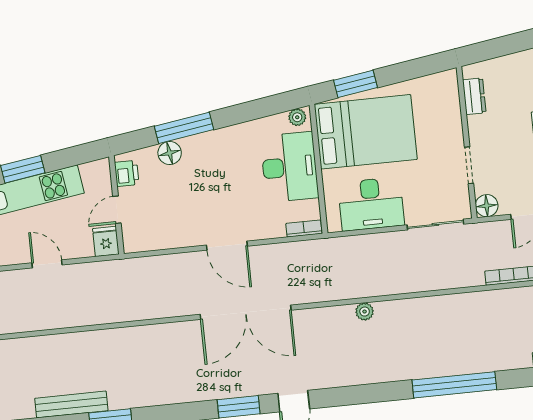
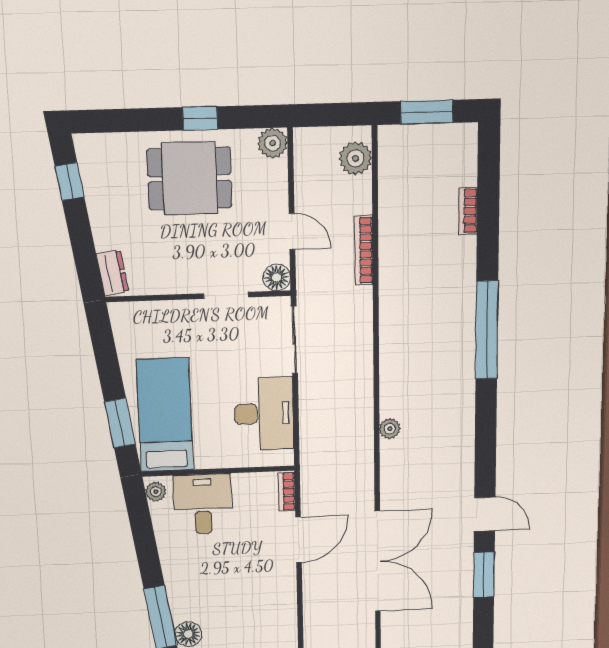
dresser: (474, 96) -> (112, 273), moved, turned 81
bed: (366, 132) -> (165, 415), width x0.67
desk: (290, 167) -> (203, 504), width x0.73
door: (227, 246) -> (299, 540), moved

